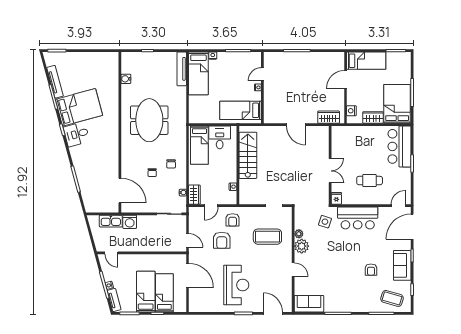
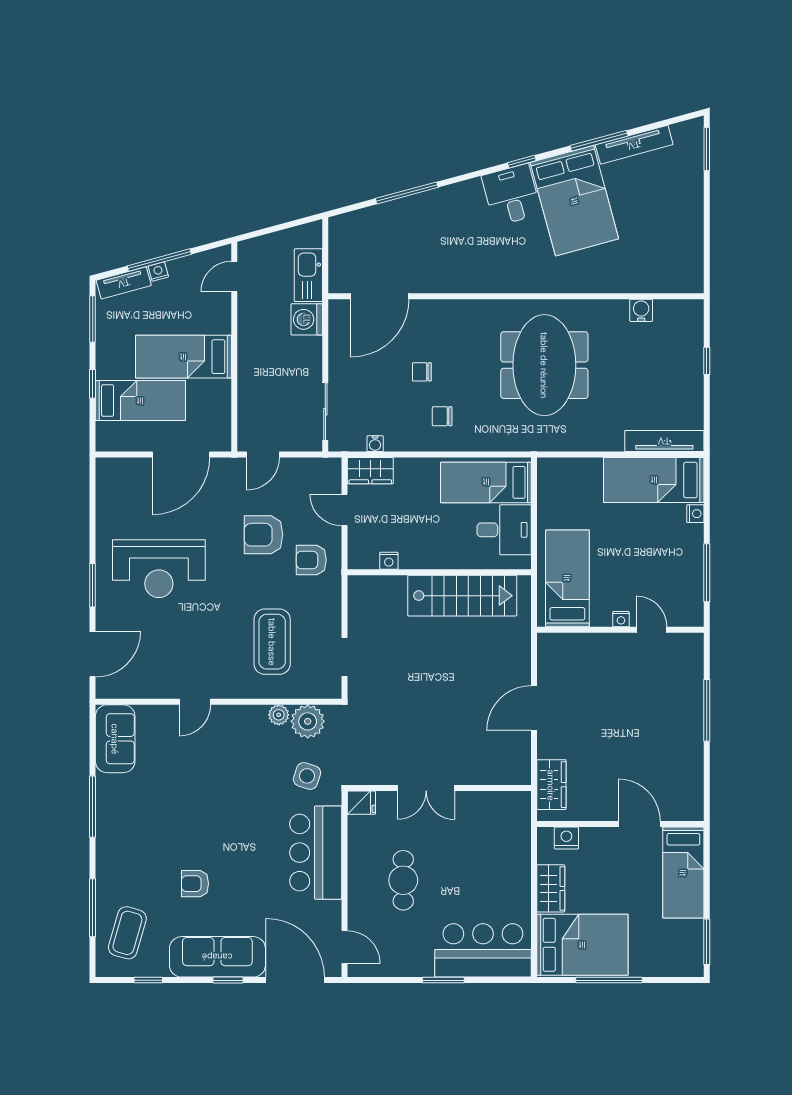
meeting table: (149, 120) -> (544, 365), turned 90
plant: (302, 246) -> (308, 721), moved
sofa: (402, 265) -> (217, 957), width x1.36
bed: (146, 292) -> (183, 357), moved, turned 180

